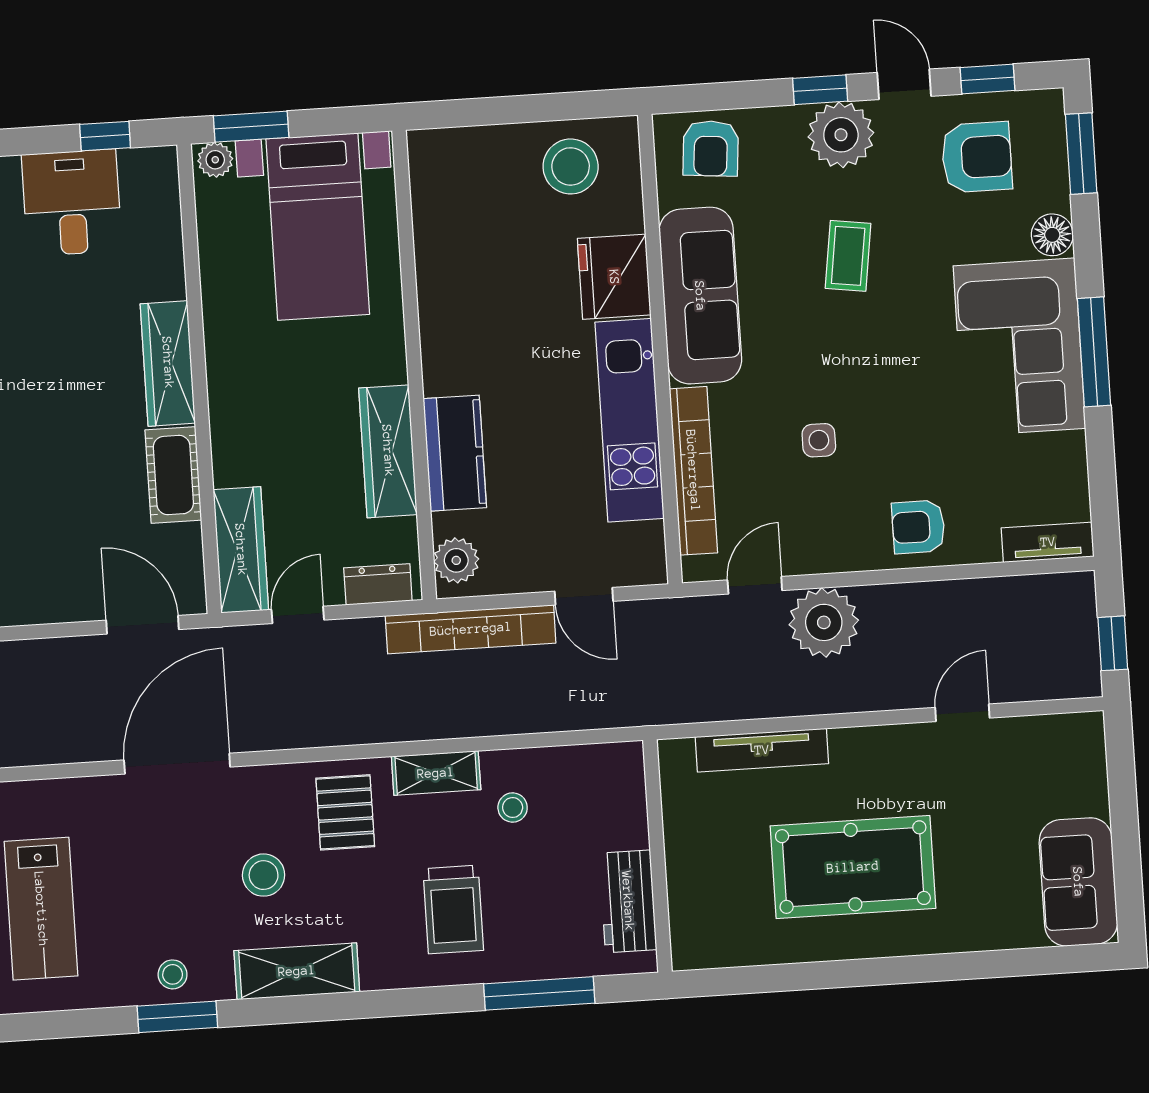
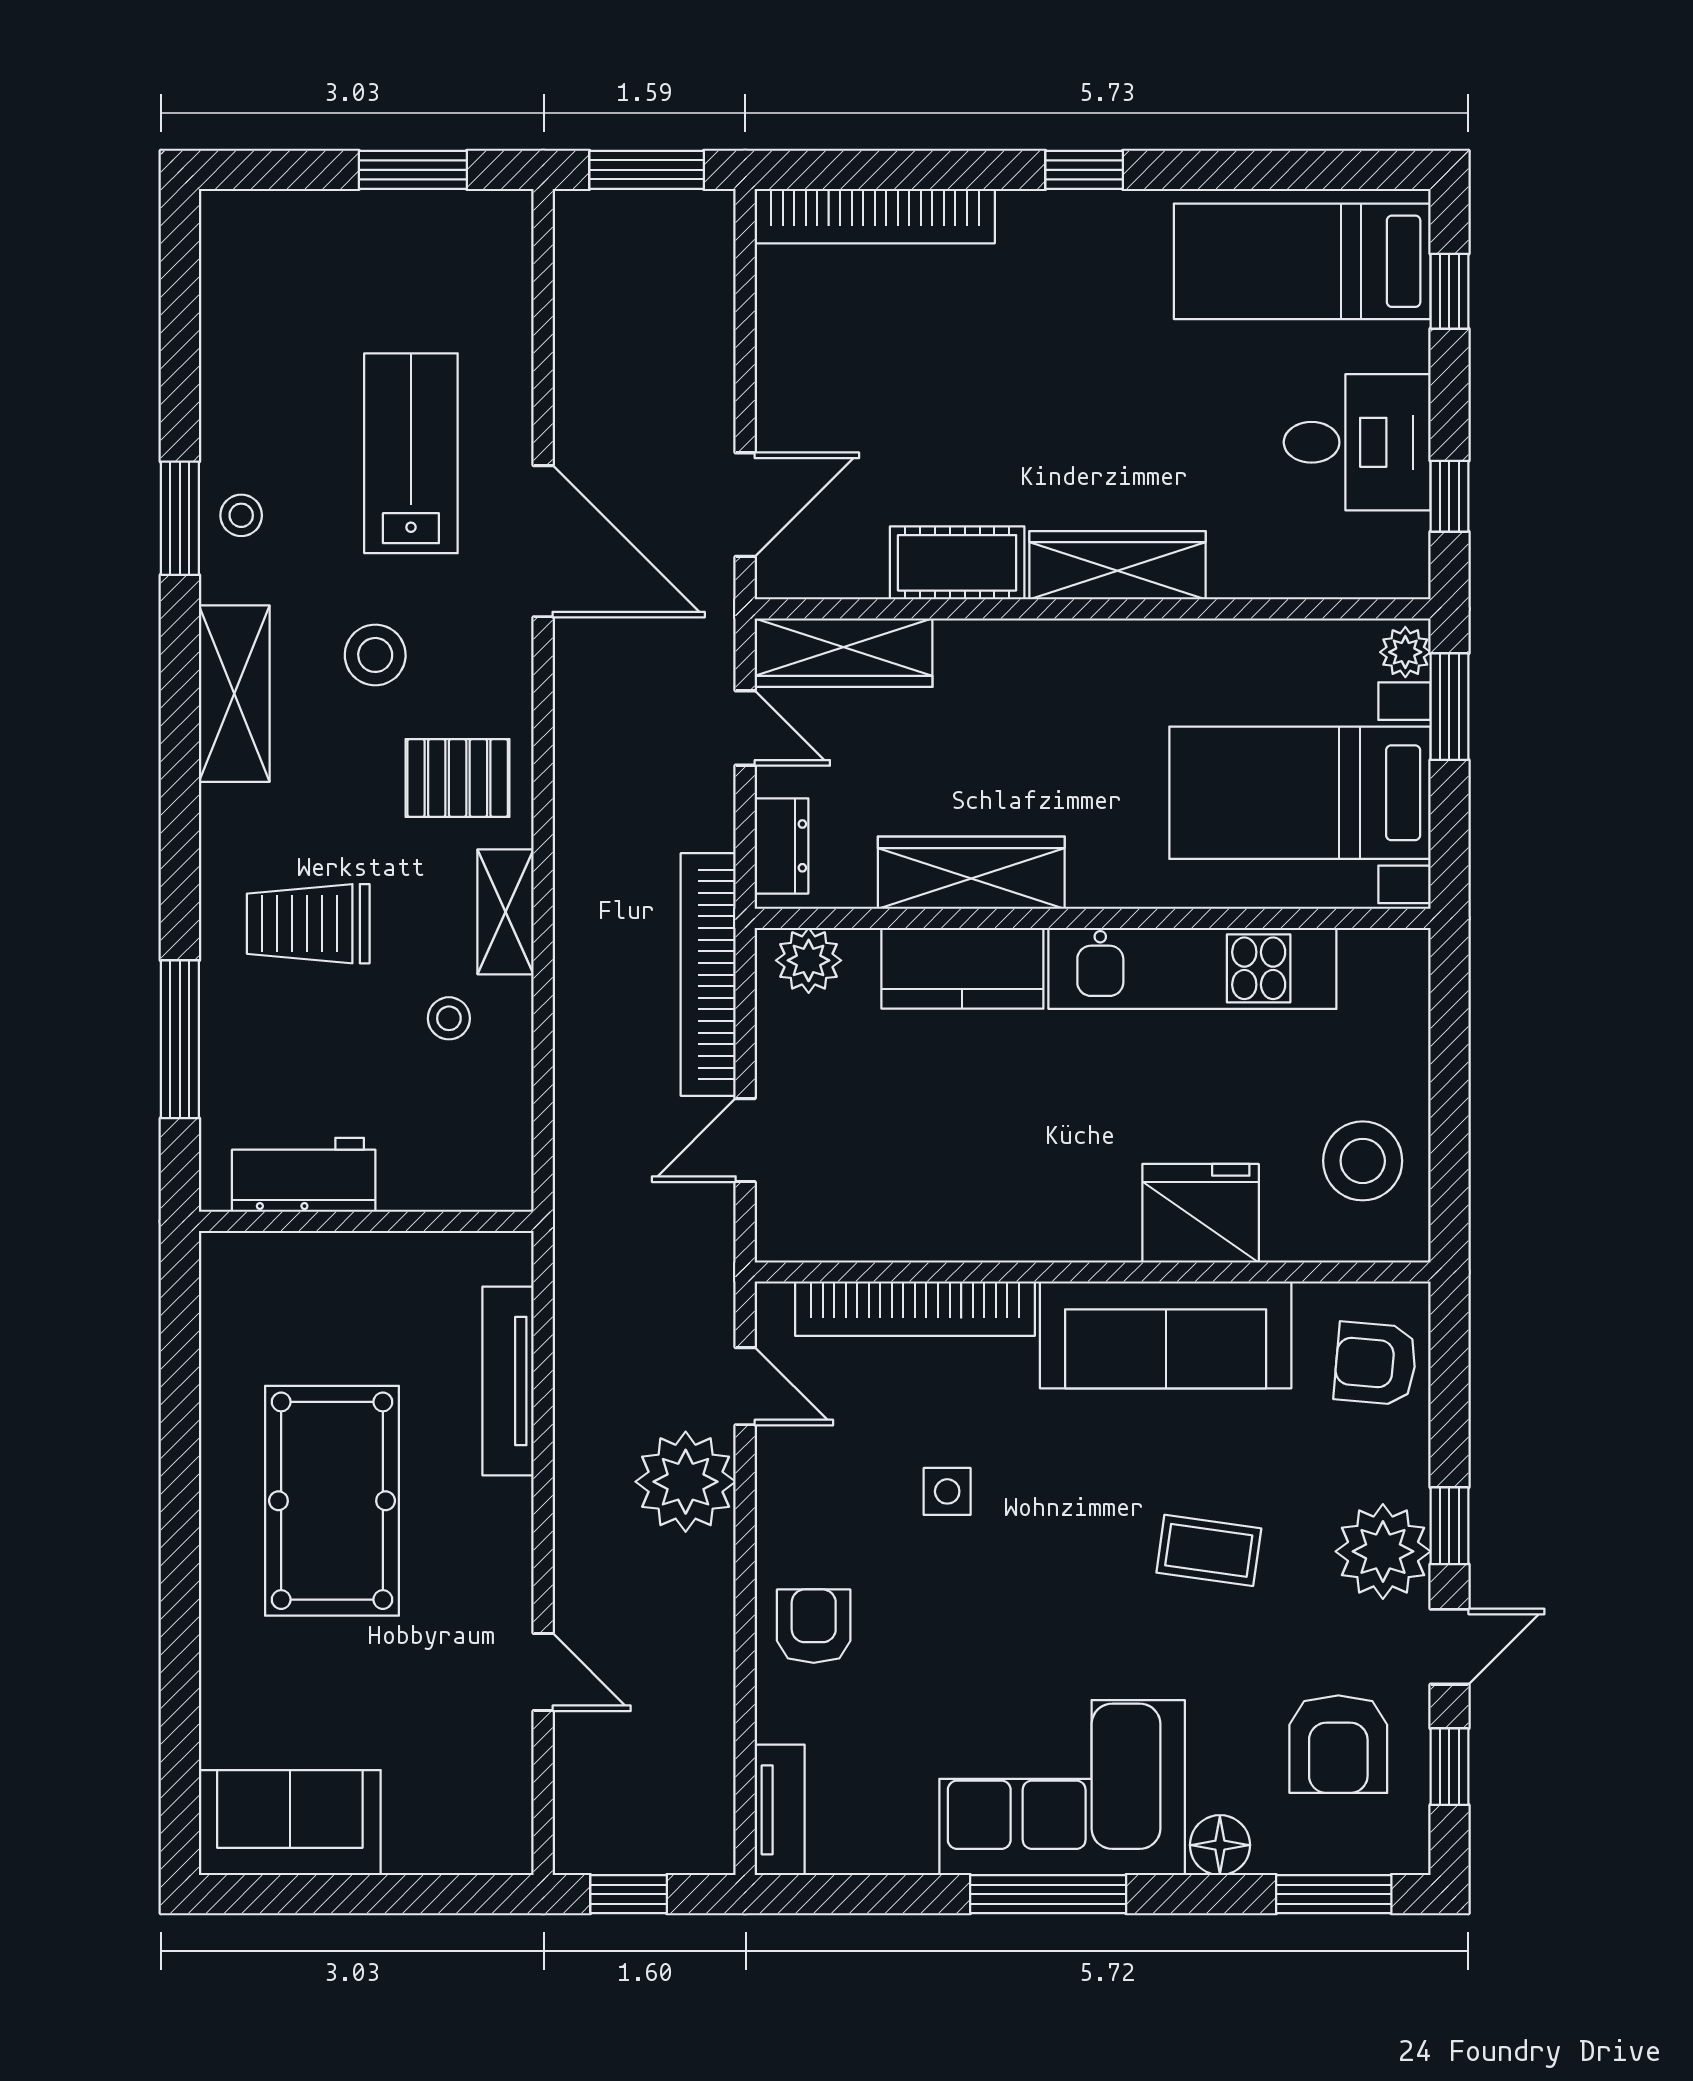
kitchen unit: (630, 420) -> (1192, 968), moved, turned 180
lab bench: (41, 909) -> (411, 453), moved, turned 90

